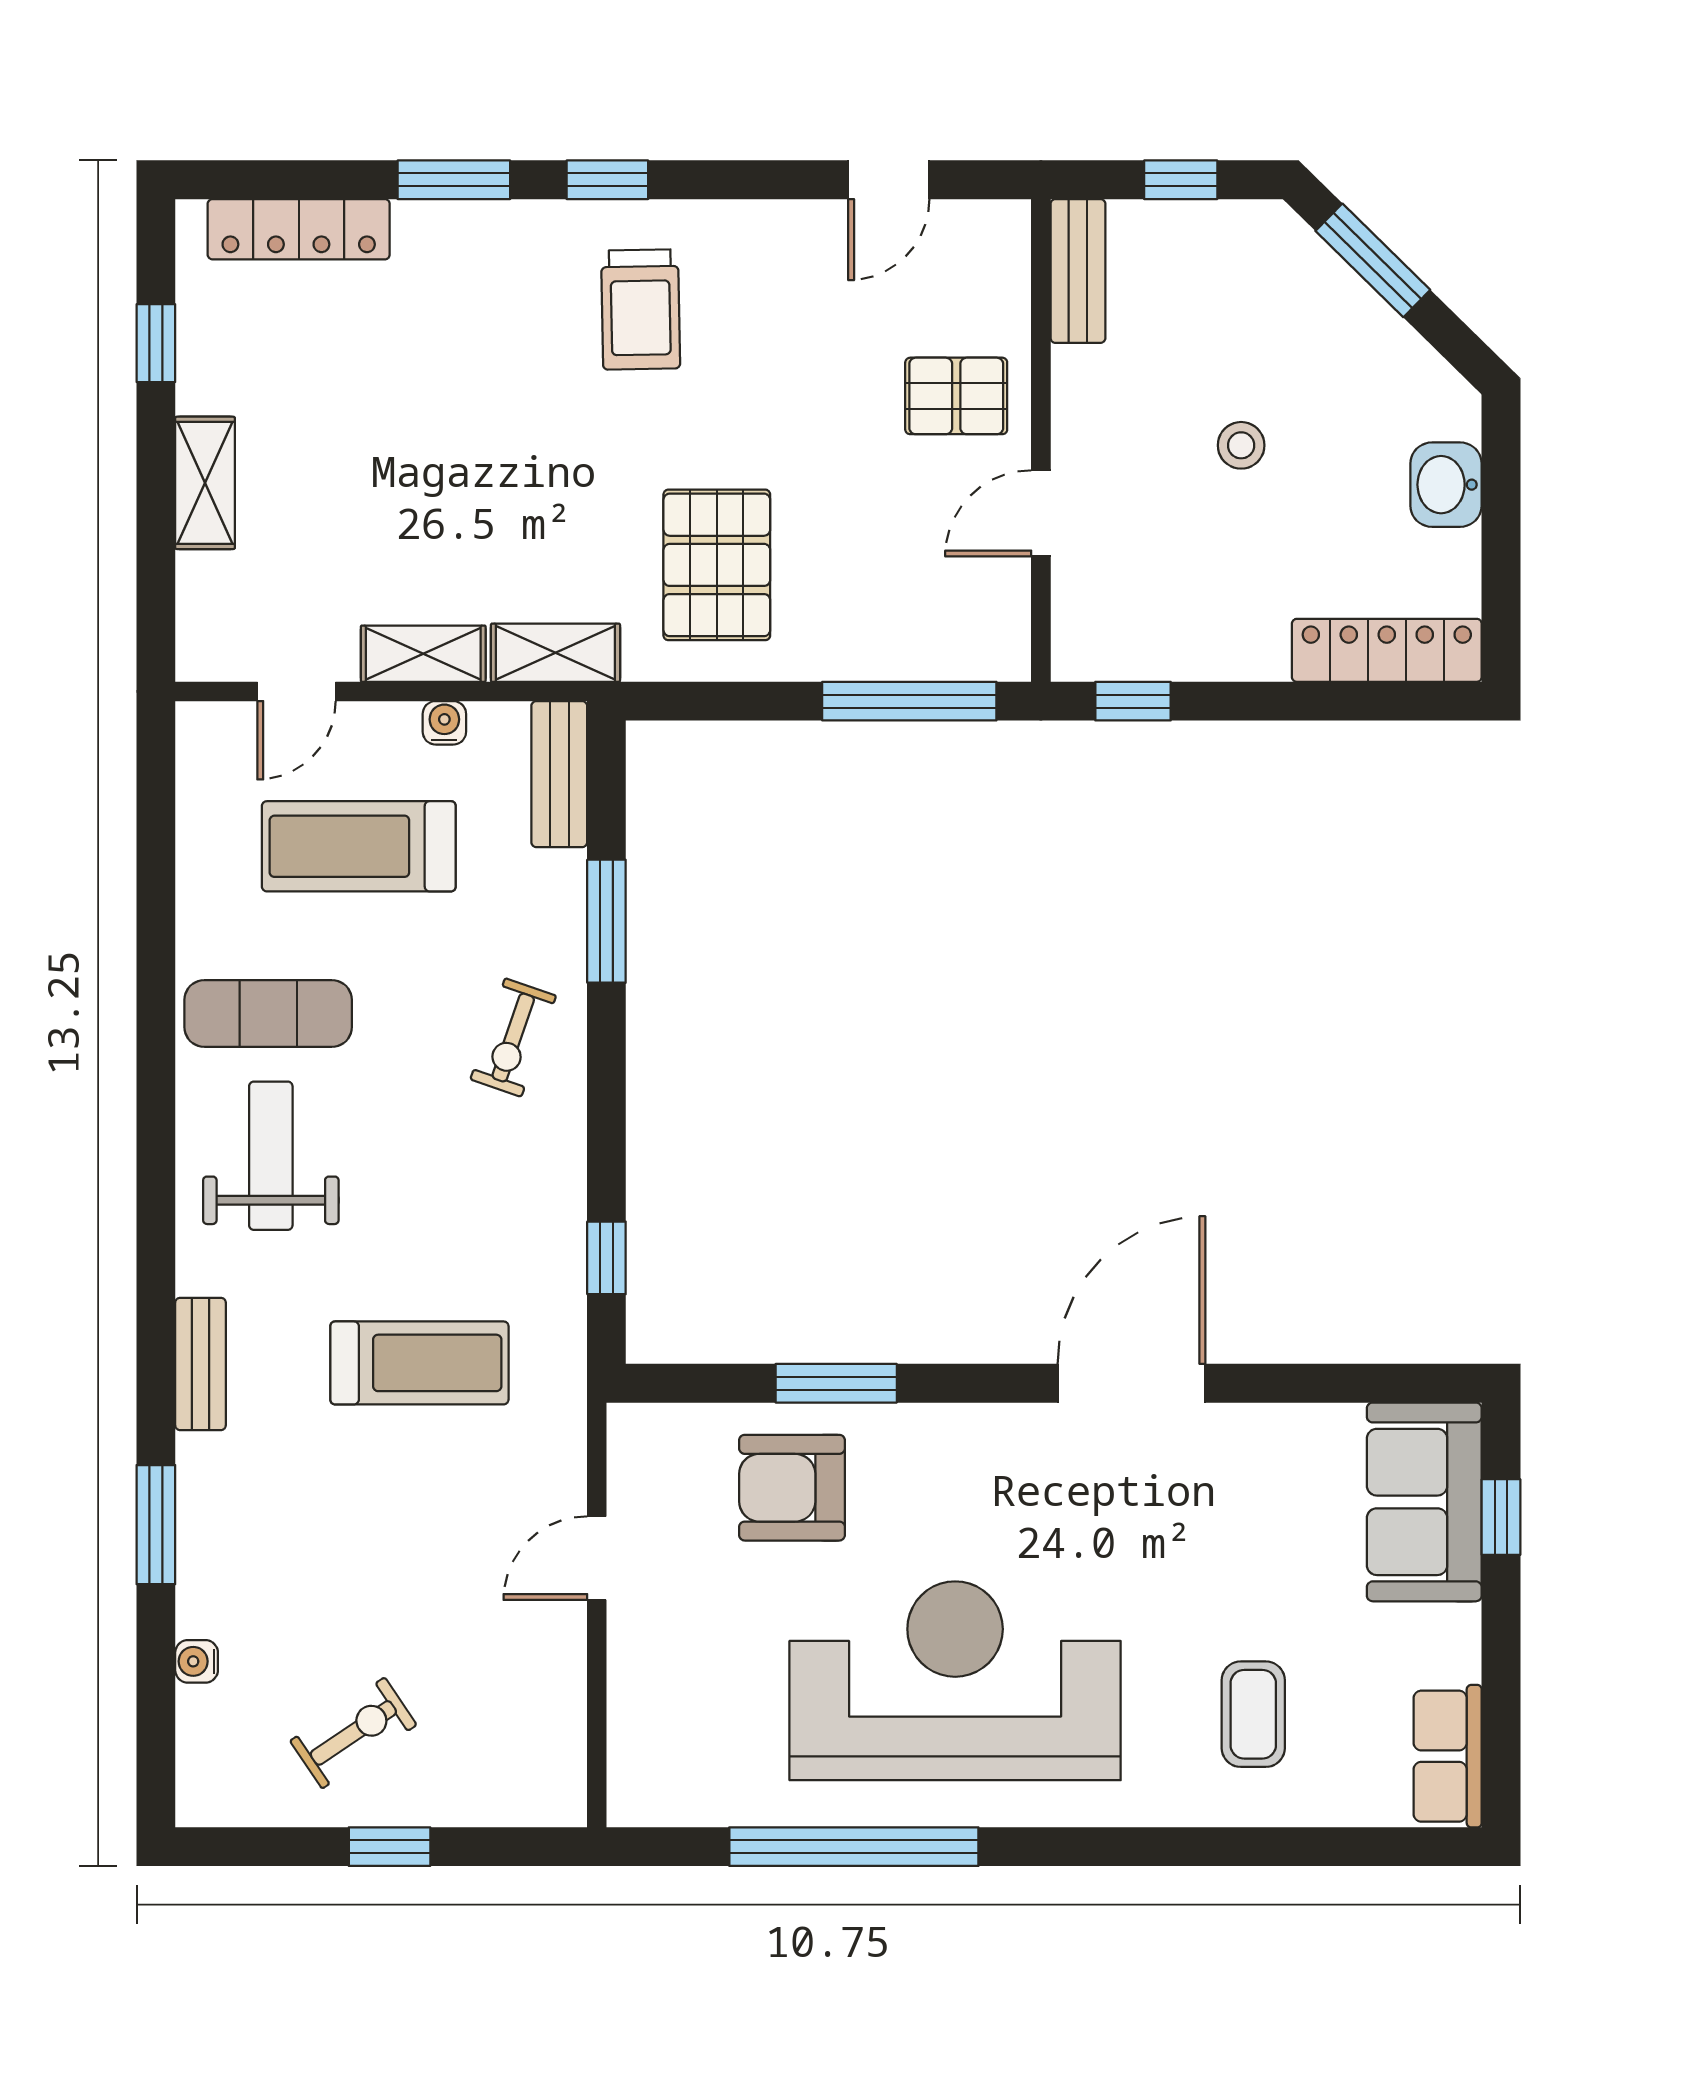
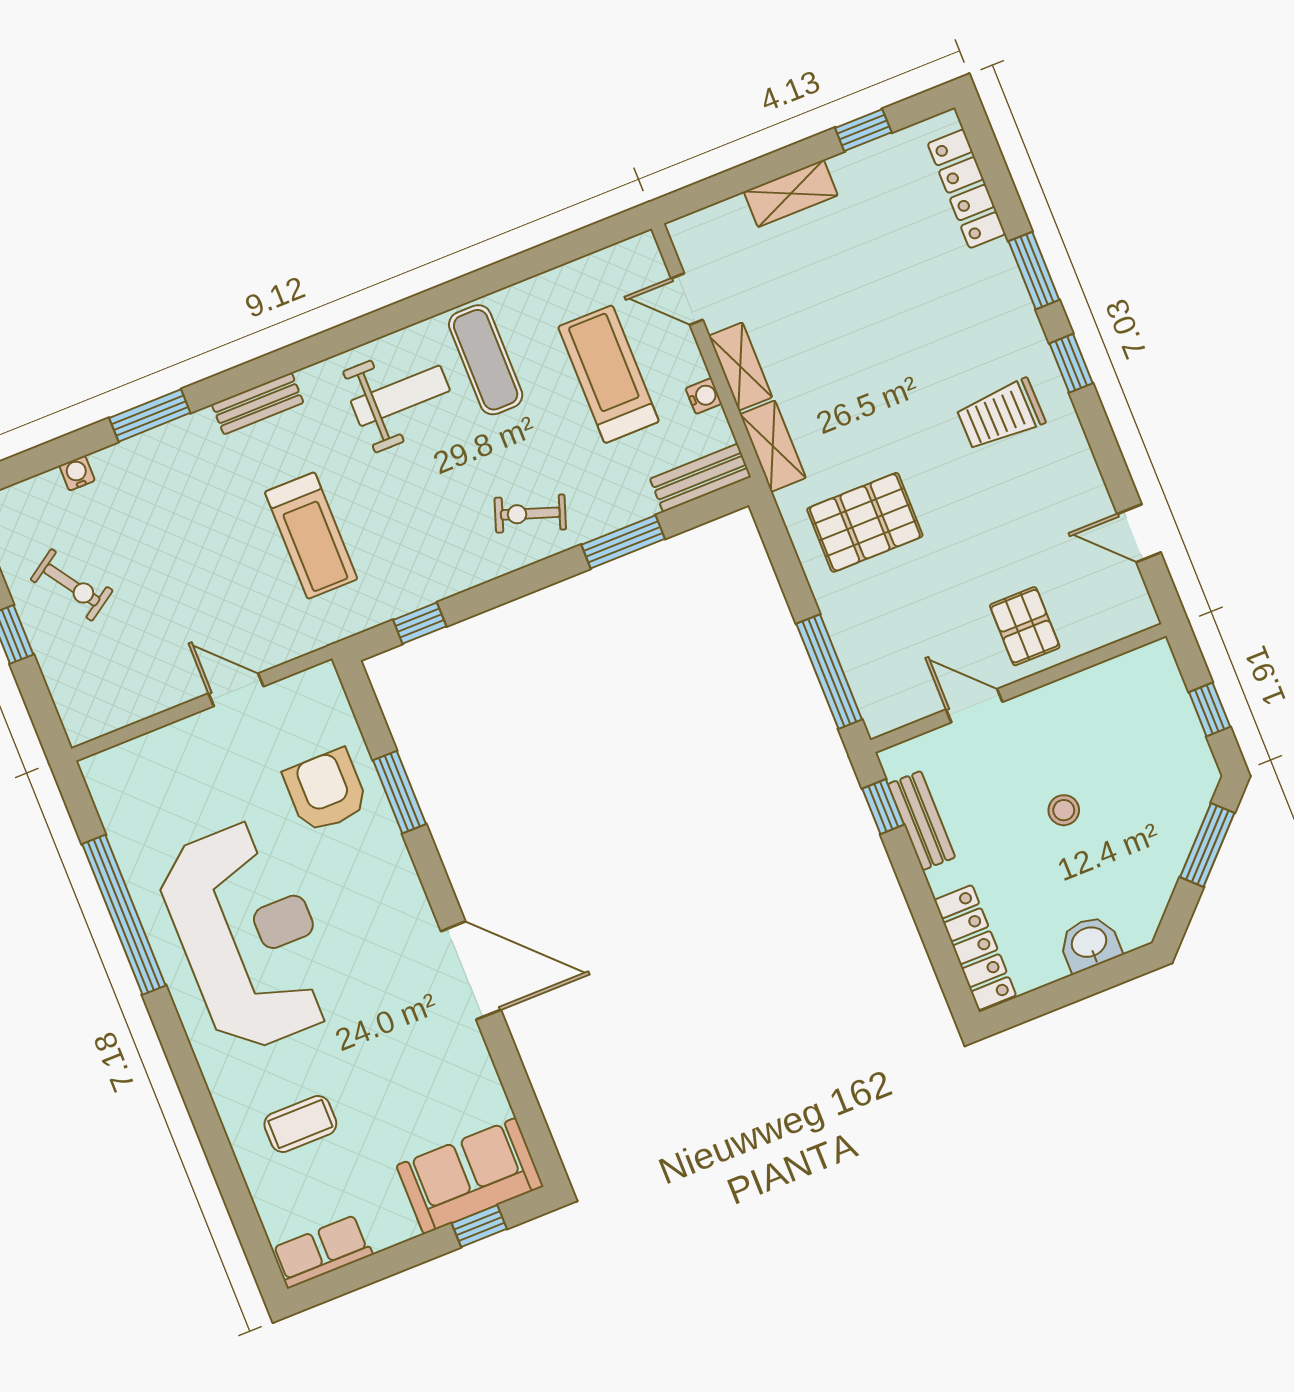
bench: (1078, 271) -> (922, 821), moved, turned 90

